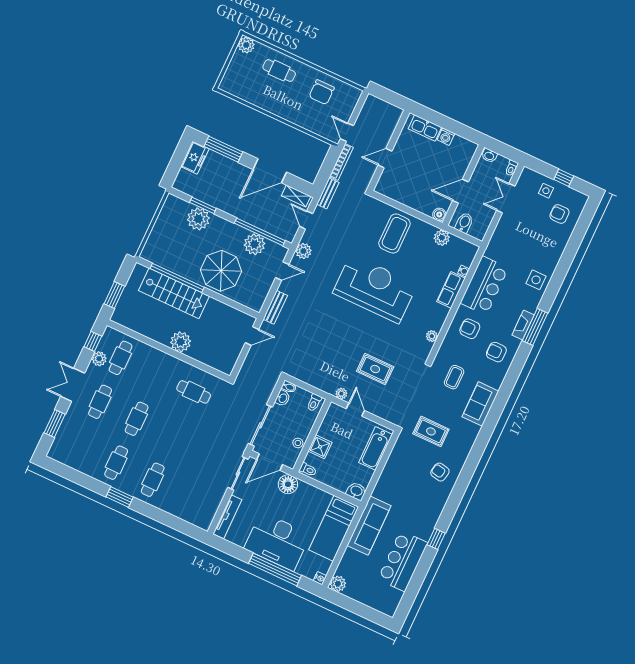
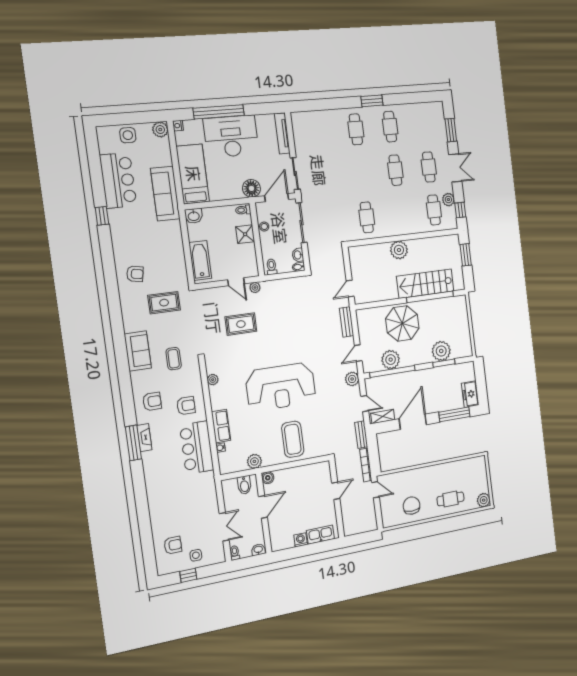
side table: (536, 280) -> (128, 135), moved
cafe table: (194, 392) -> (367, 217), turned 90

